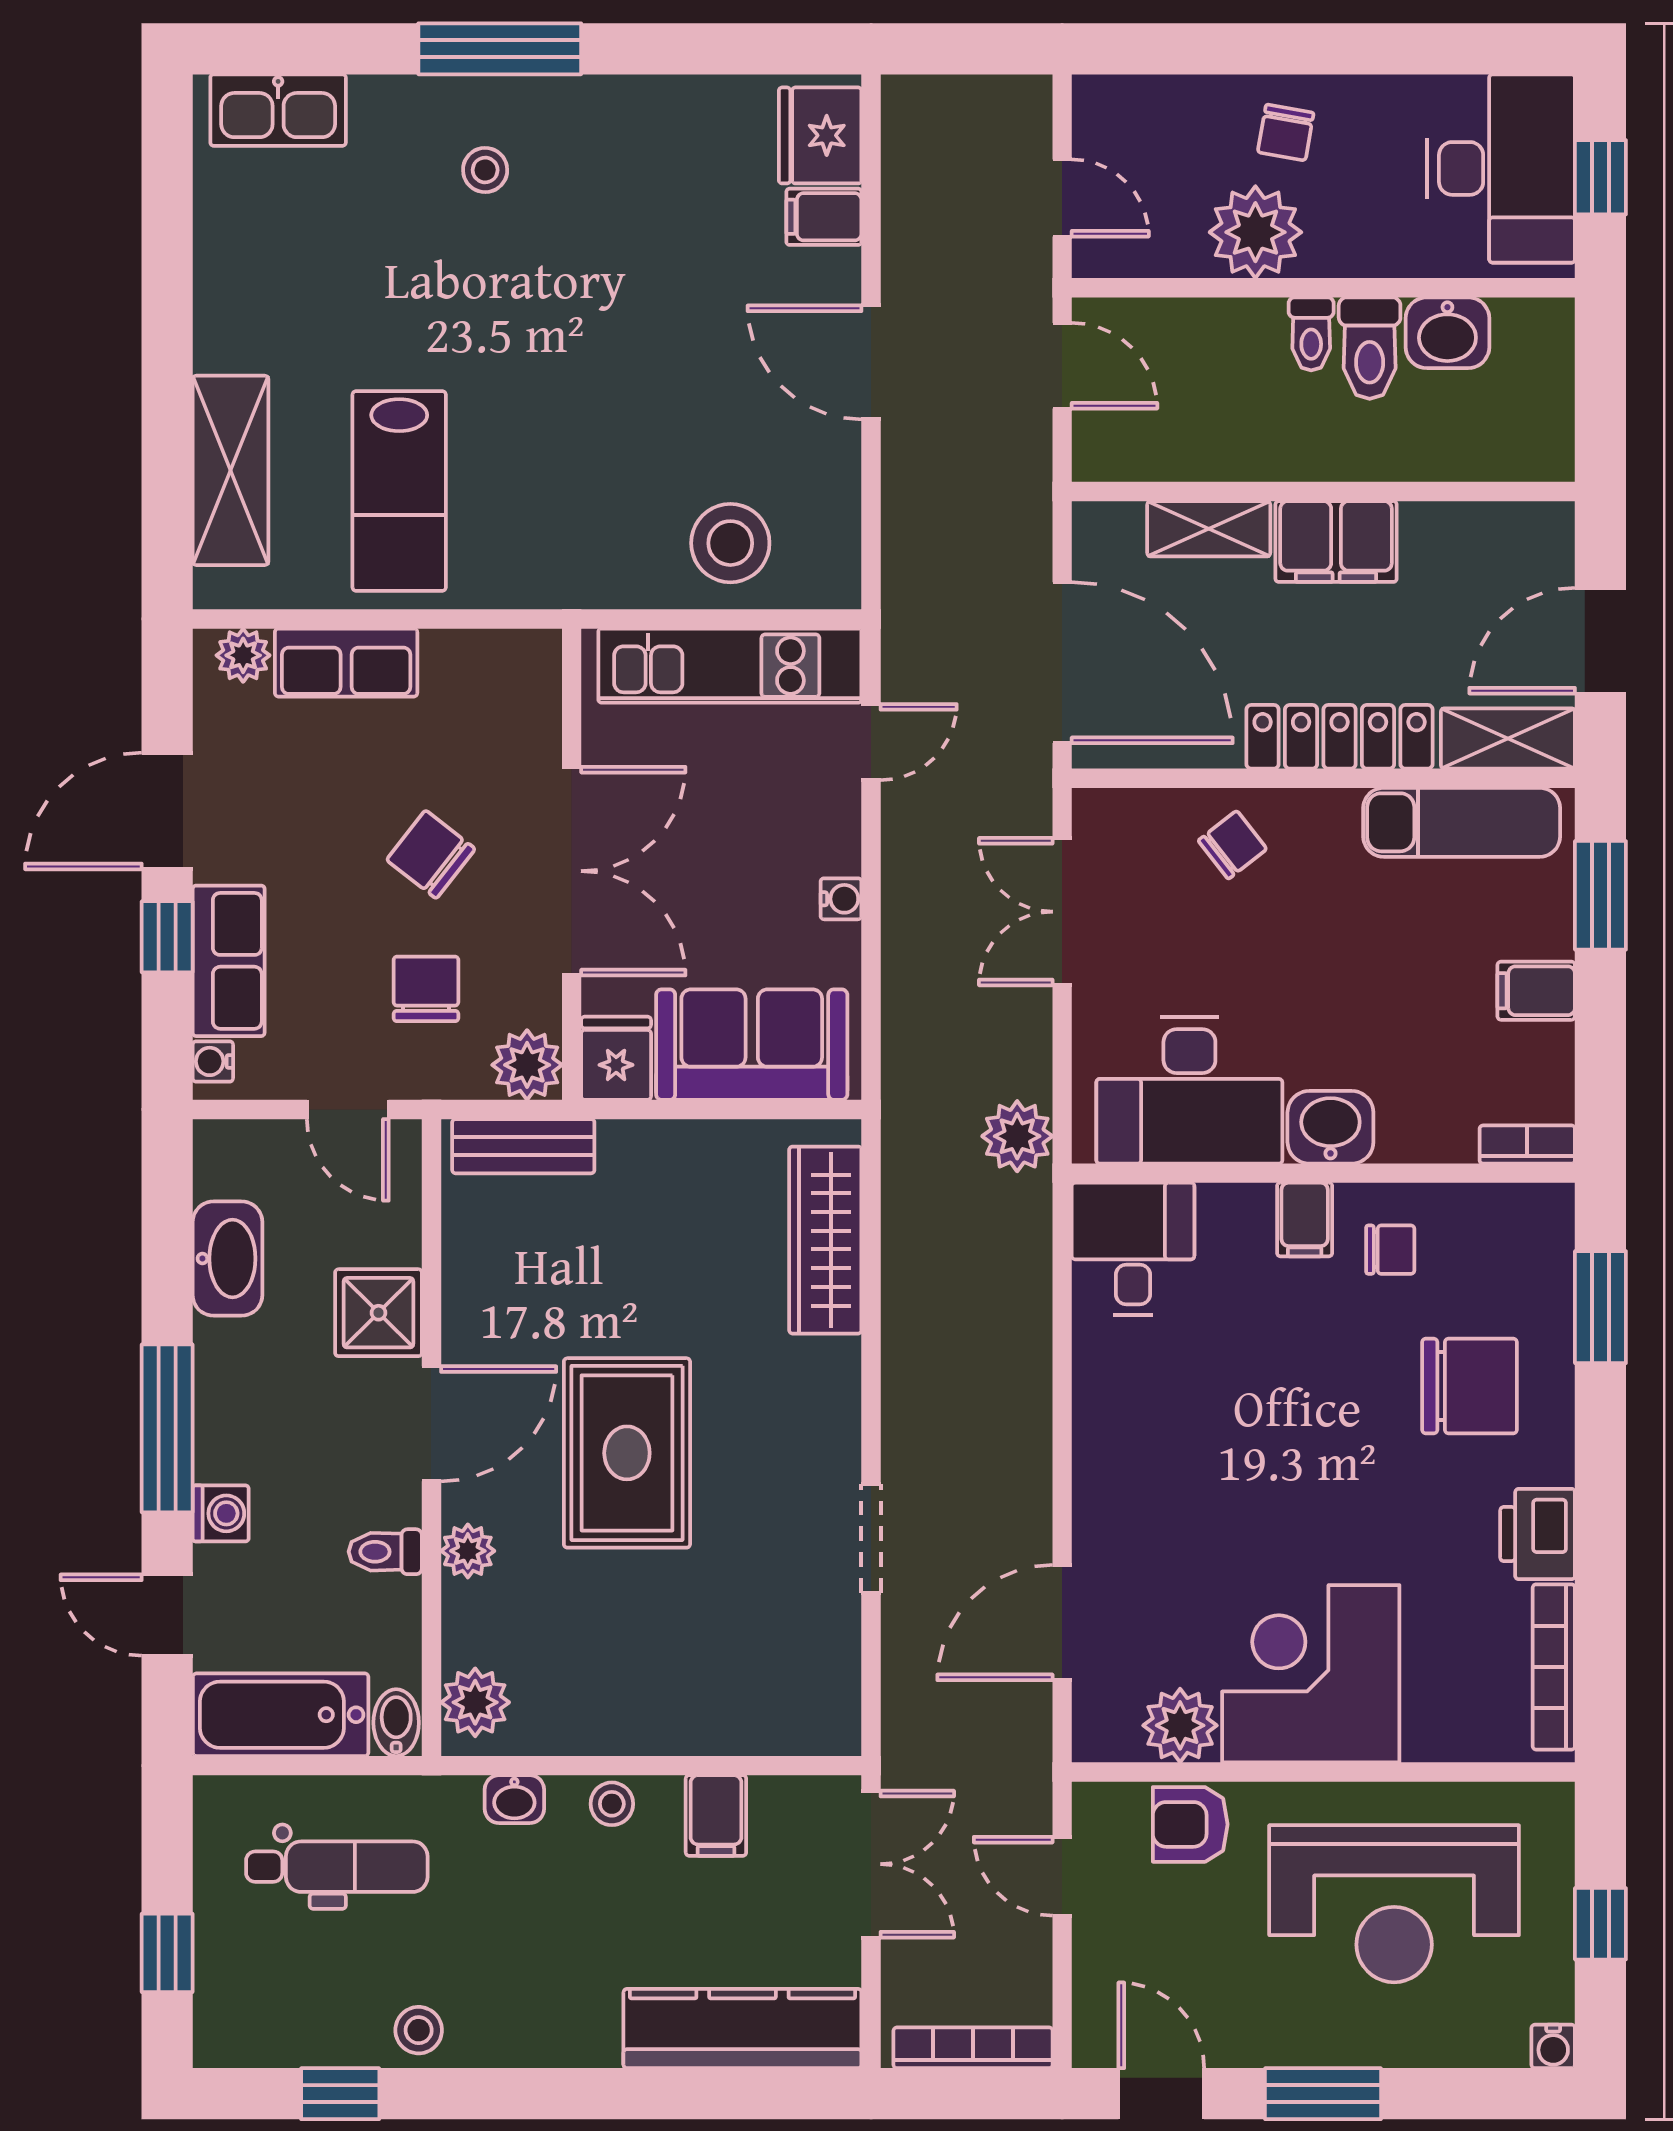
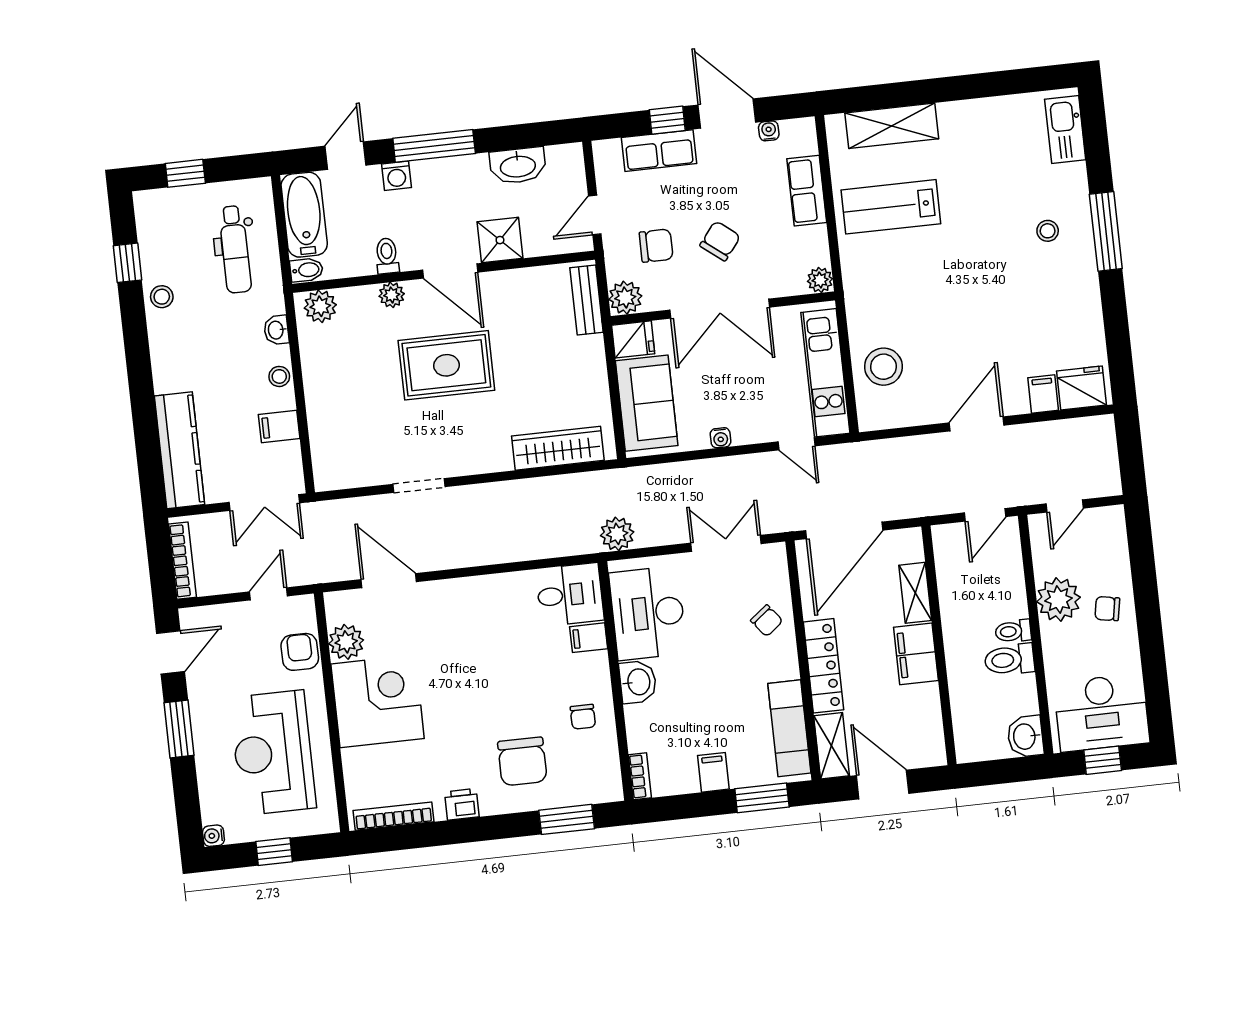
washbasin: (1447, 333) -> (1025, 736), moved
plant: (243, 655) -> (820, 280), moved
water cooler: (213, 1061) -> (769, 131), moved
filing cabinet: (1305, 1220) -> (589, 638), moved
printer: (1538, 1534) -> (462, 804), width x0.73, depth x0.81

